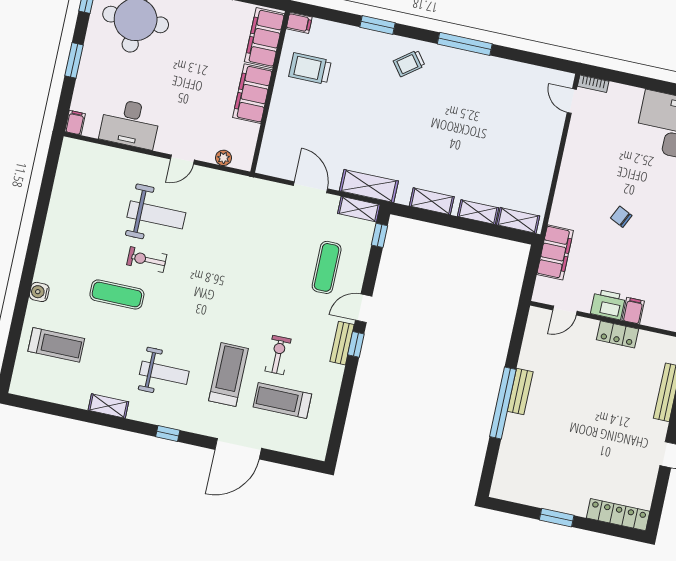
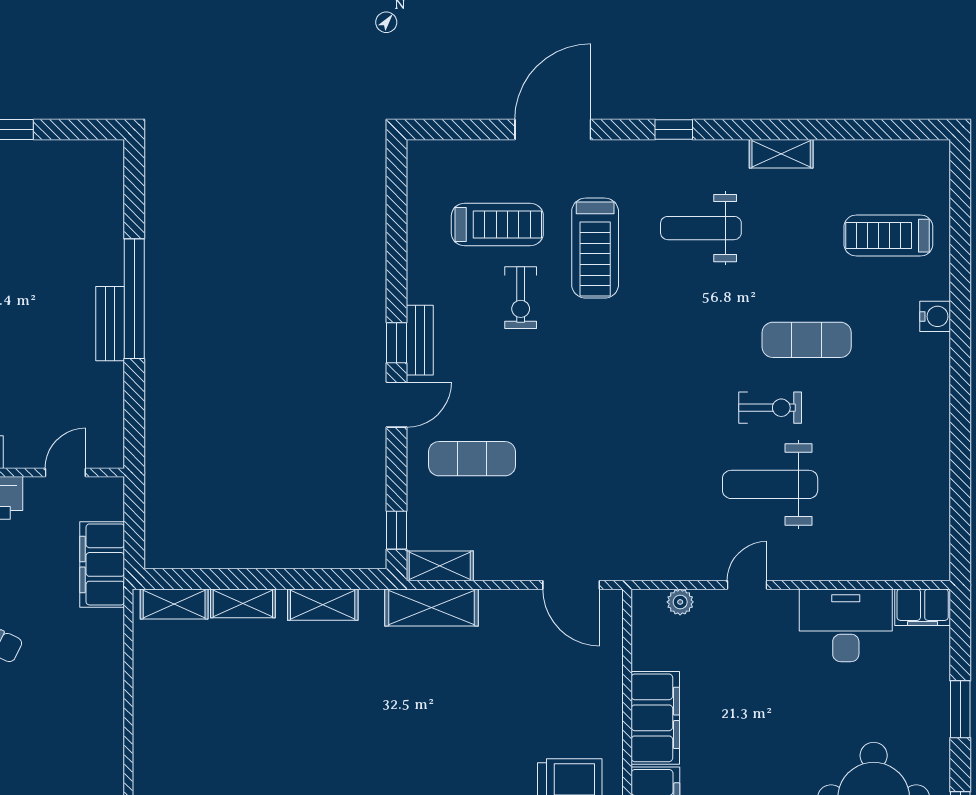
filing cabinet: (75, 123) -> (923, 607), width x2.00
door: (311, 187) -> (571, 585), moved
exercise mat: (327, 267) -> (472, 459), turned 90

